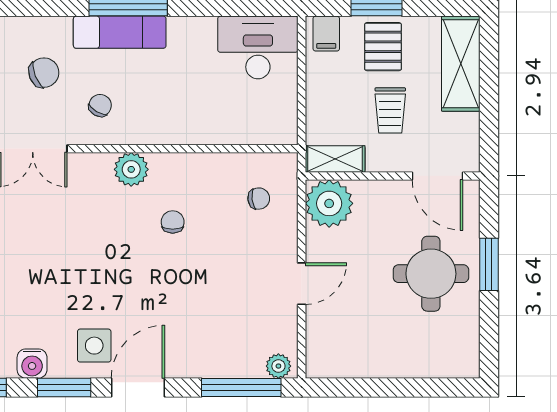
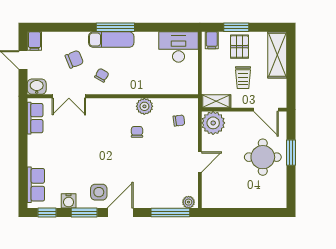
plant: (131, 169) -> (144, 106), moved

